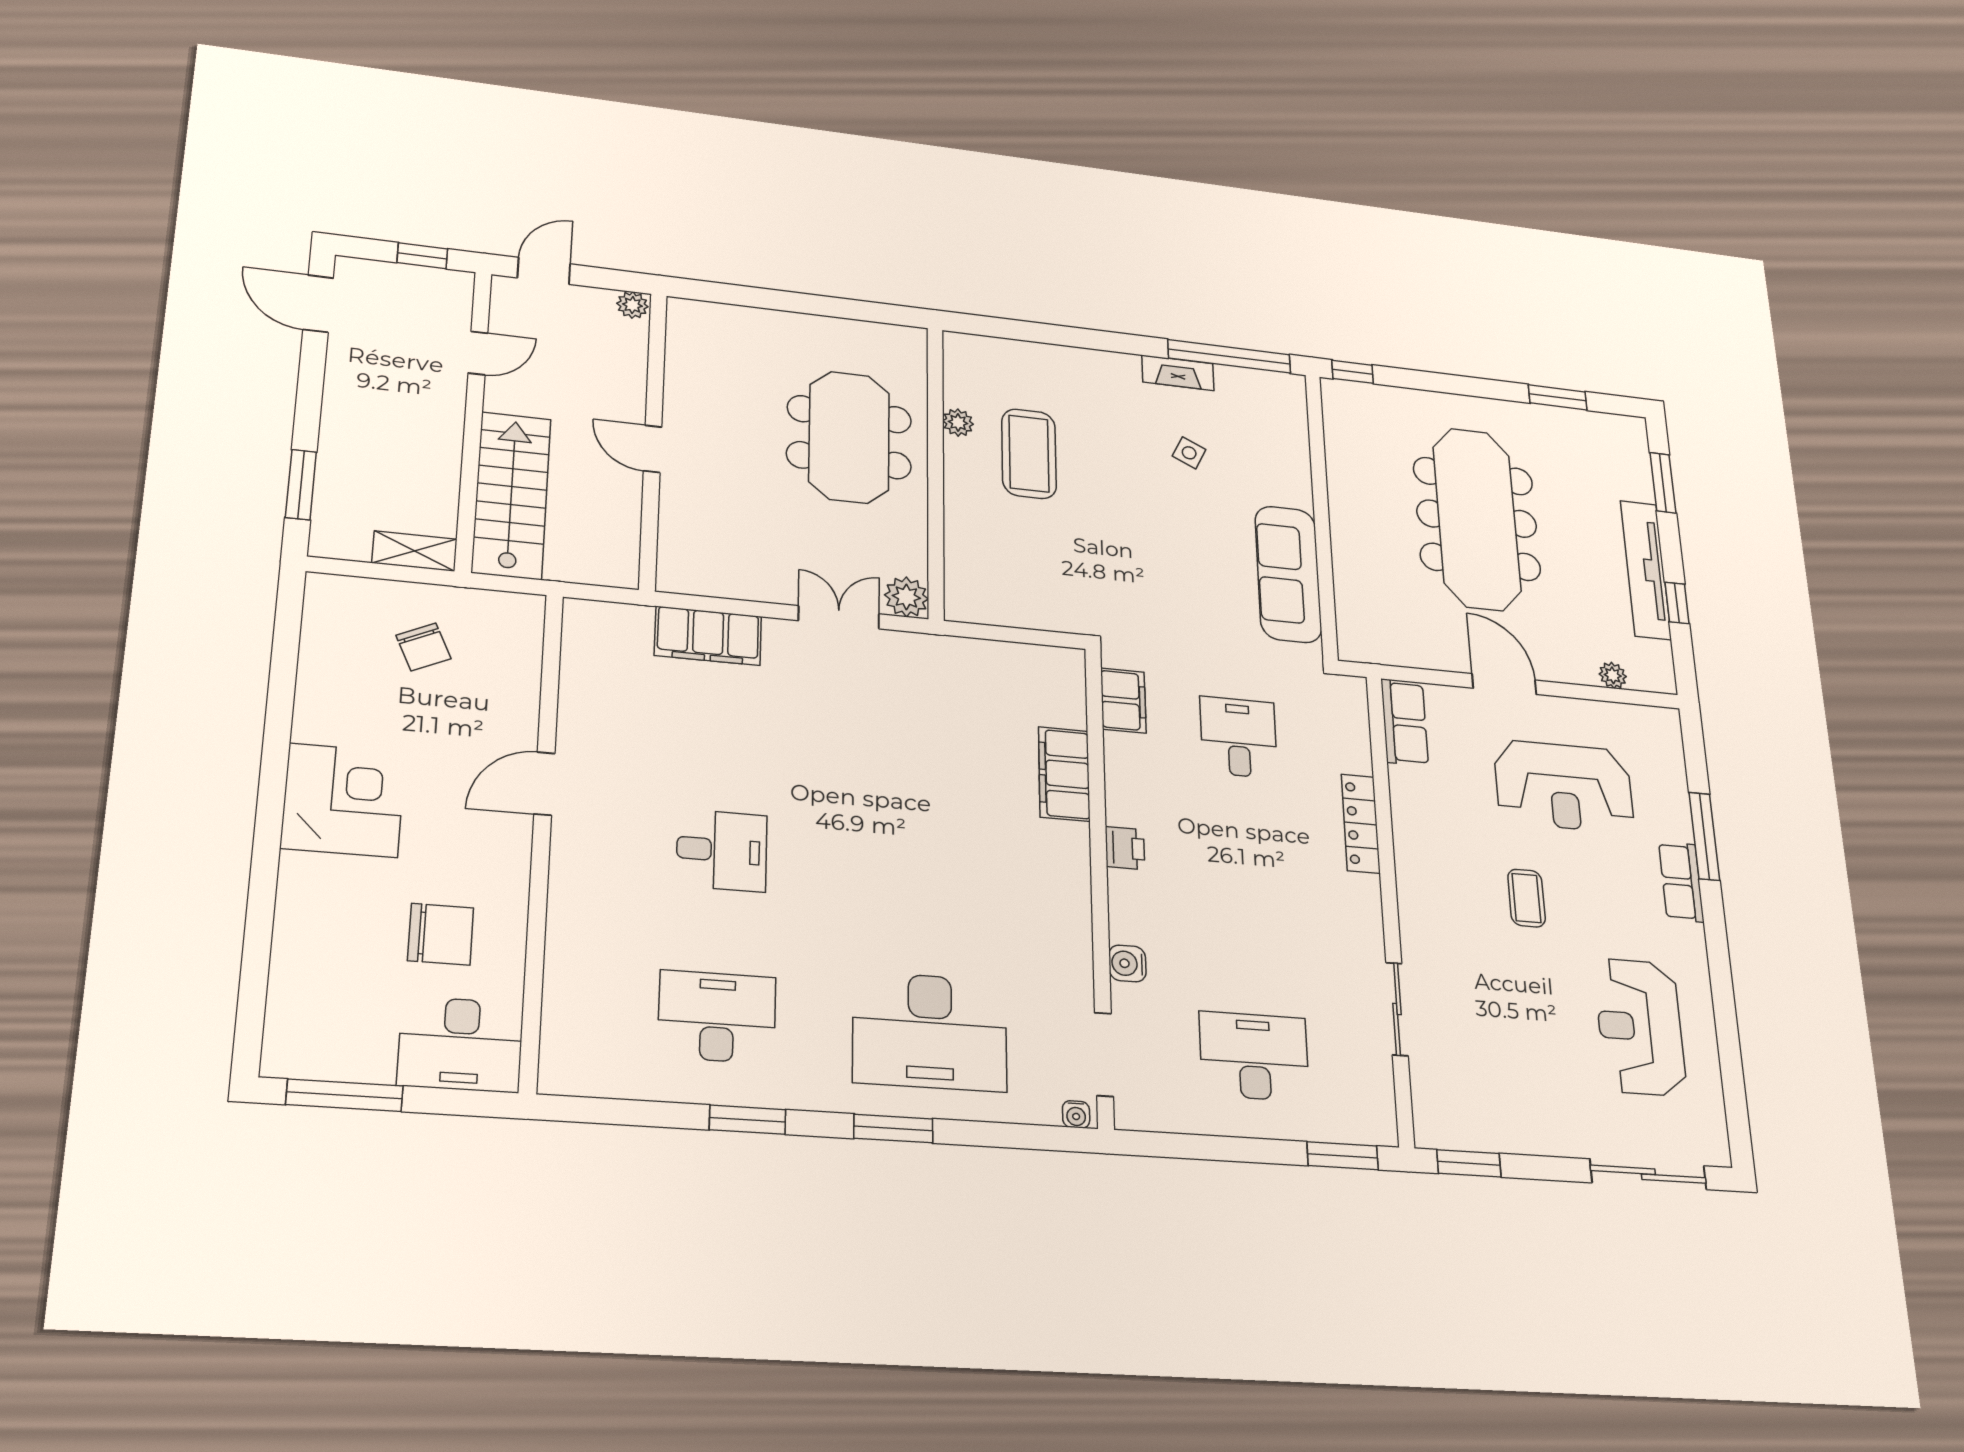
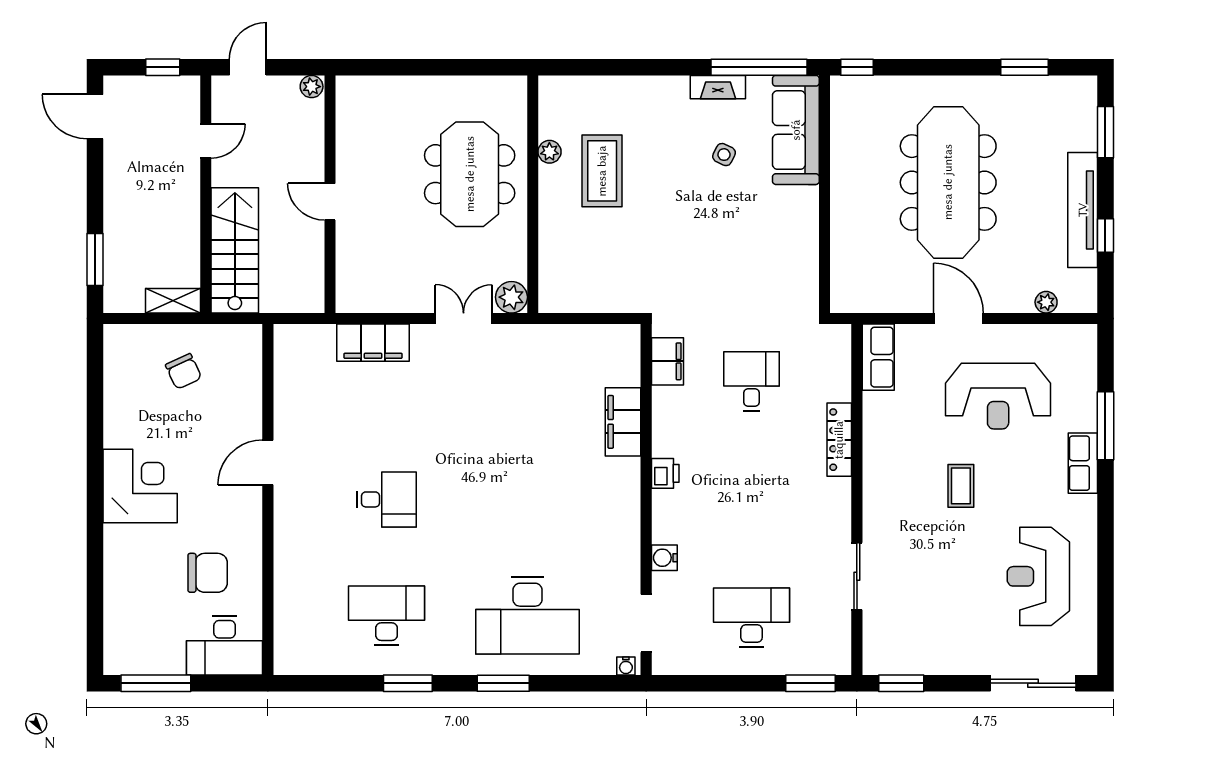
sofa: (1288, 574) -> (796, 130), moved

